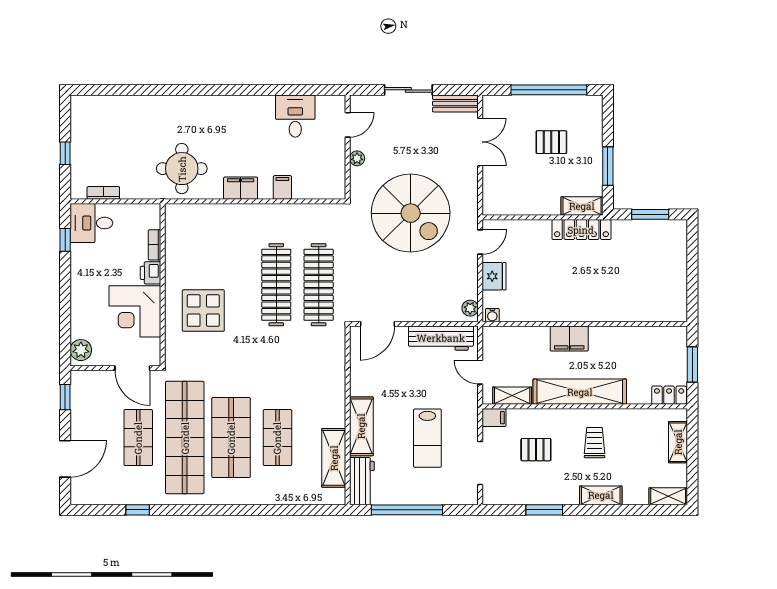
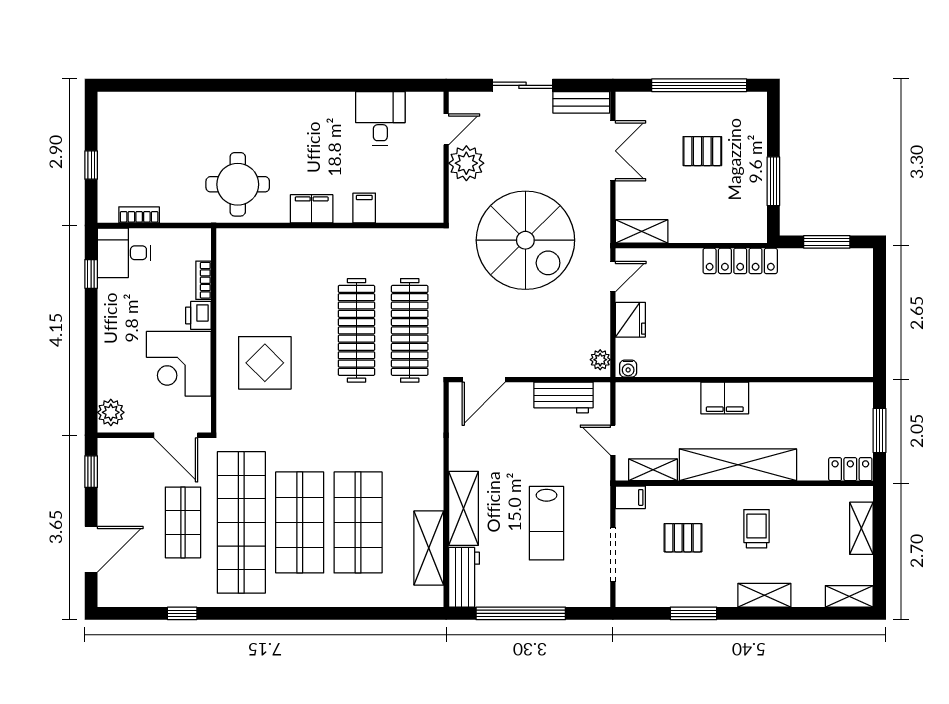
plant: (357, 158) -> (466, 163), width x1.88, depth x1.88
shelving: (582, 206) -> (642, 231), moved
workbench: (441, 338) -> (563, 397), width x0.73
shop shelf: (277, 438) -> (358, 522), width x1.43, depth x1.36

